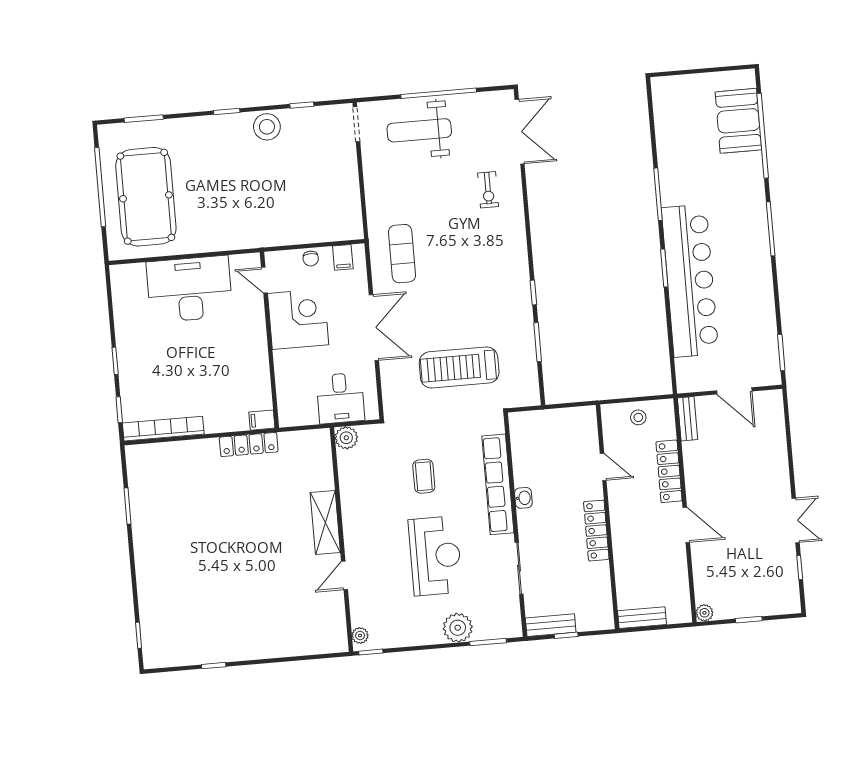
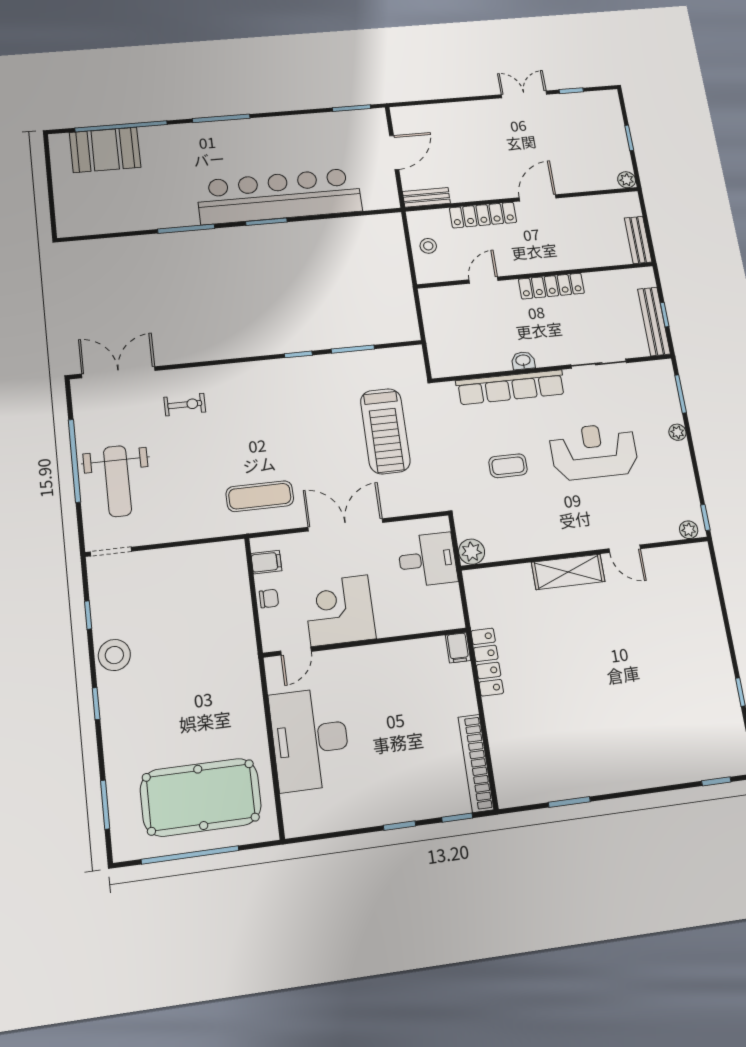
bench: (551, 625) -> (654, 321), width x1.36
plant: (458, 628) -> (677, 432), width x0.53, depth x0.53

